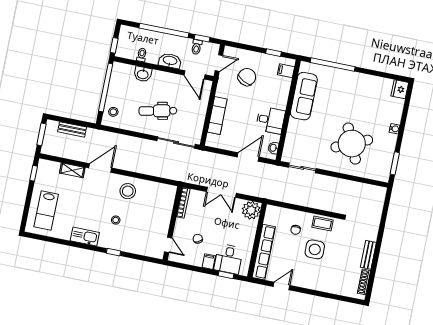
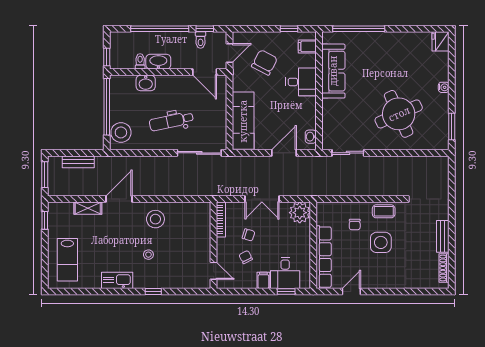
washbasin: (170, 61) -> (158, 62), moved
stool: (113, 112) -> (121, 132), width x1.89, depth x1.89
exam couch: (217, 116) -> (243, 121), width x1.36, depth x1.45
desk: (270, 120) -> (301, 82), moved
chair: (204, 220) -> (249, 235), added

